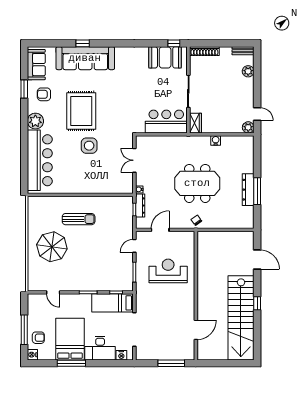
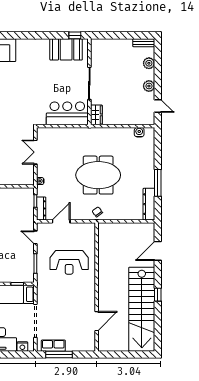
shoe rack: (204, 51) -> (105, 43), removed
plant: (248, 127) -> (149, 86), moved
water cooler: (216, 140) -> (139, 132), moved
dresser: (248, 190) -> (149, 204), moved
dresser: (140, 206) -> (41, 208), moved
door: (134, 246) -> (35, 237), hinge flipped
door: (257, 260) -> (158, 251), swing flipped
reception desk: (168, 271) -> (69, 262), turned 180
row of seats: (152, 354) -> (53, 346), added
window: (171, 363) -> (59, 354), moved

